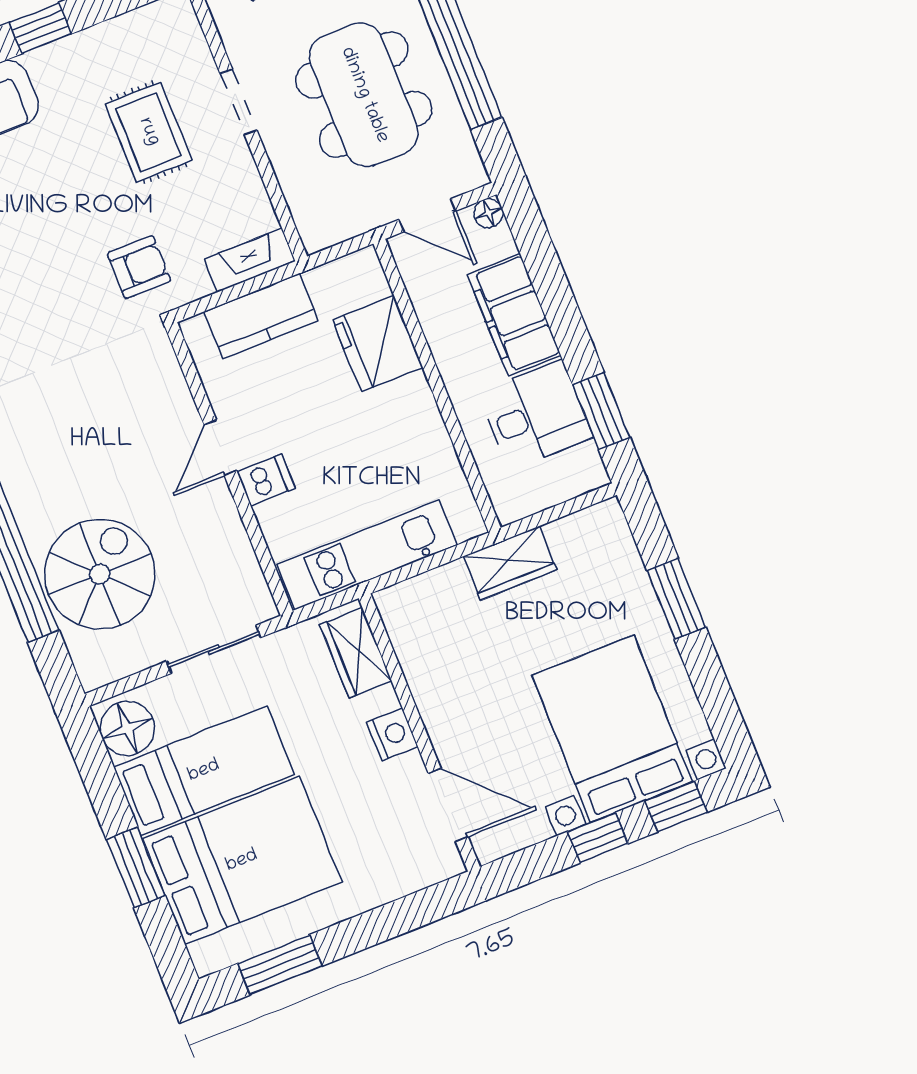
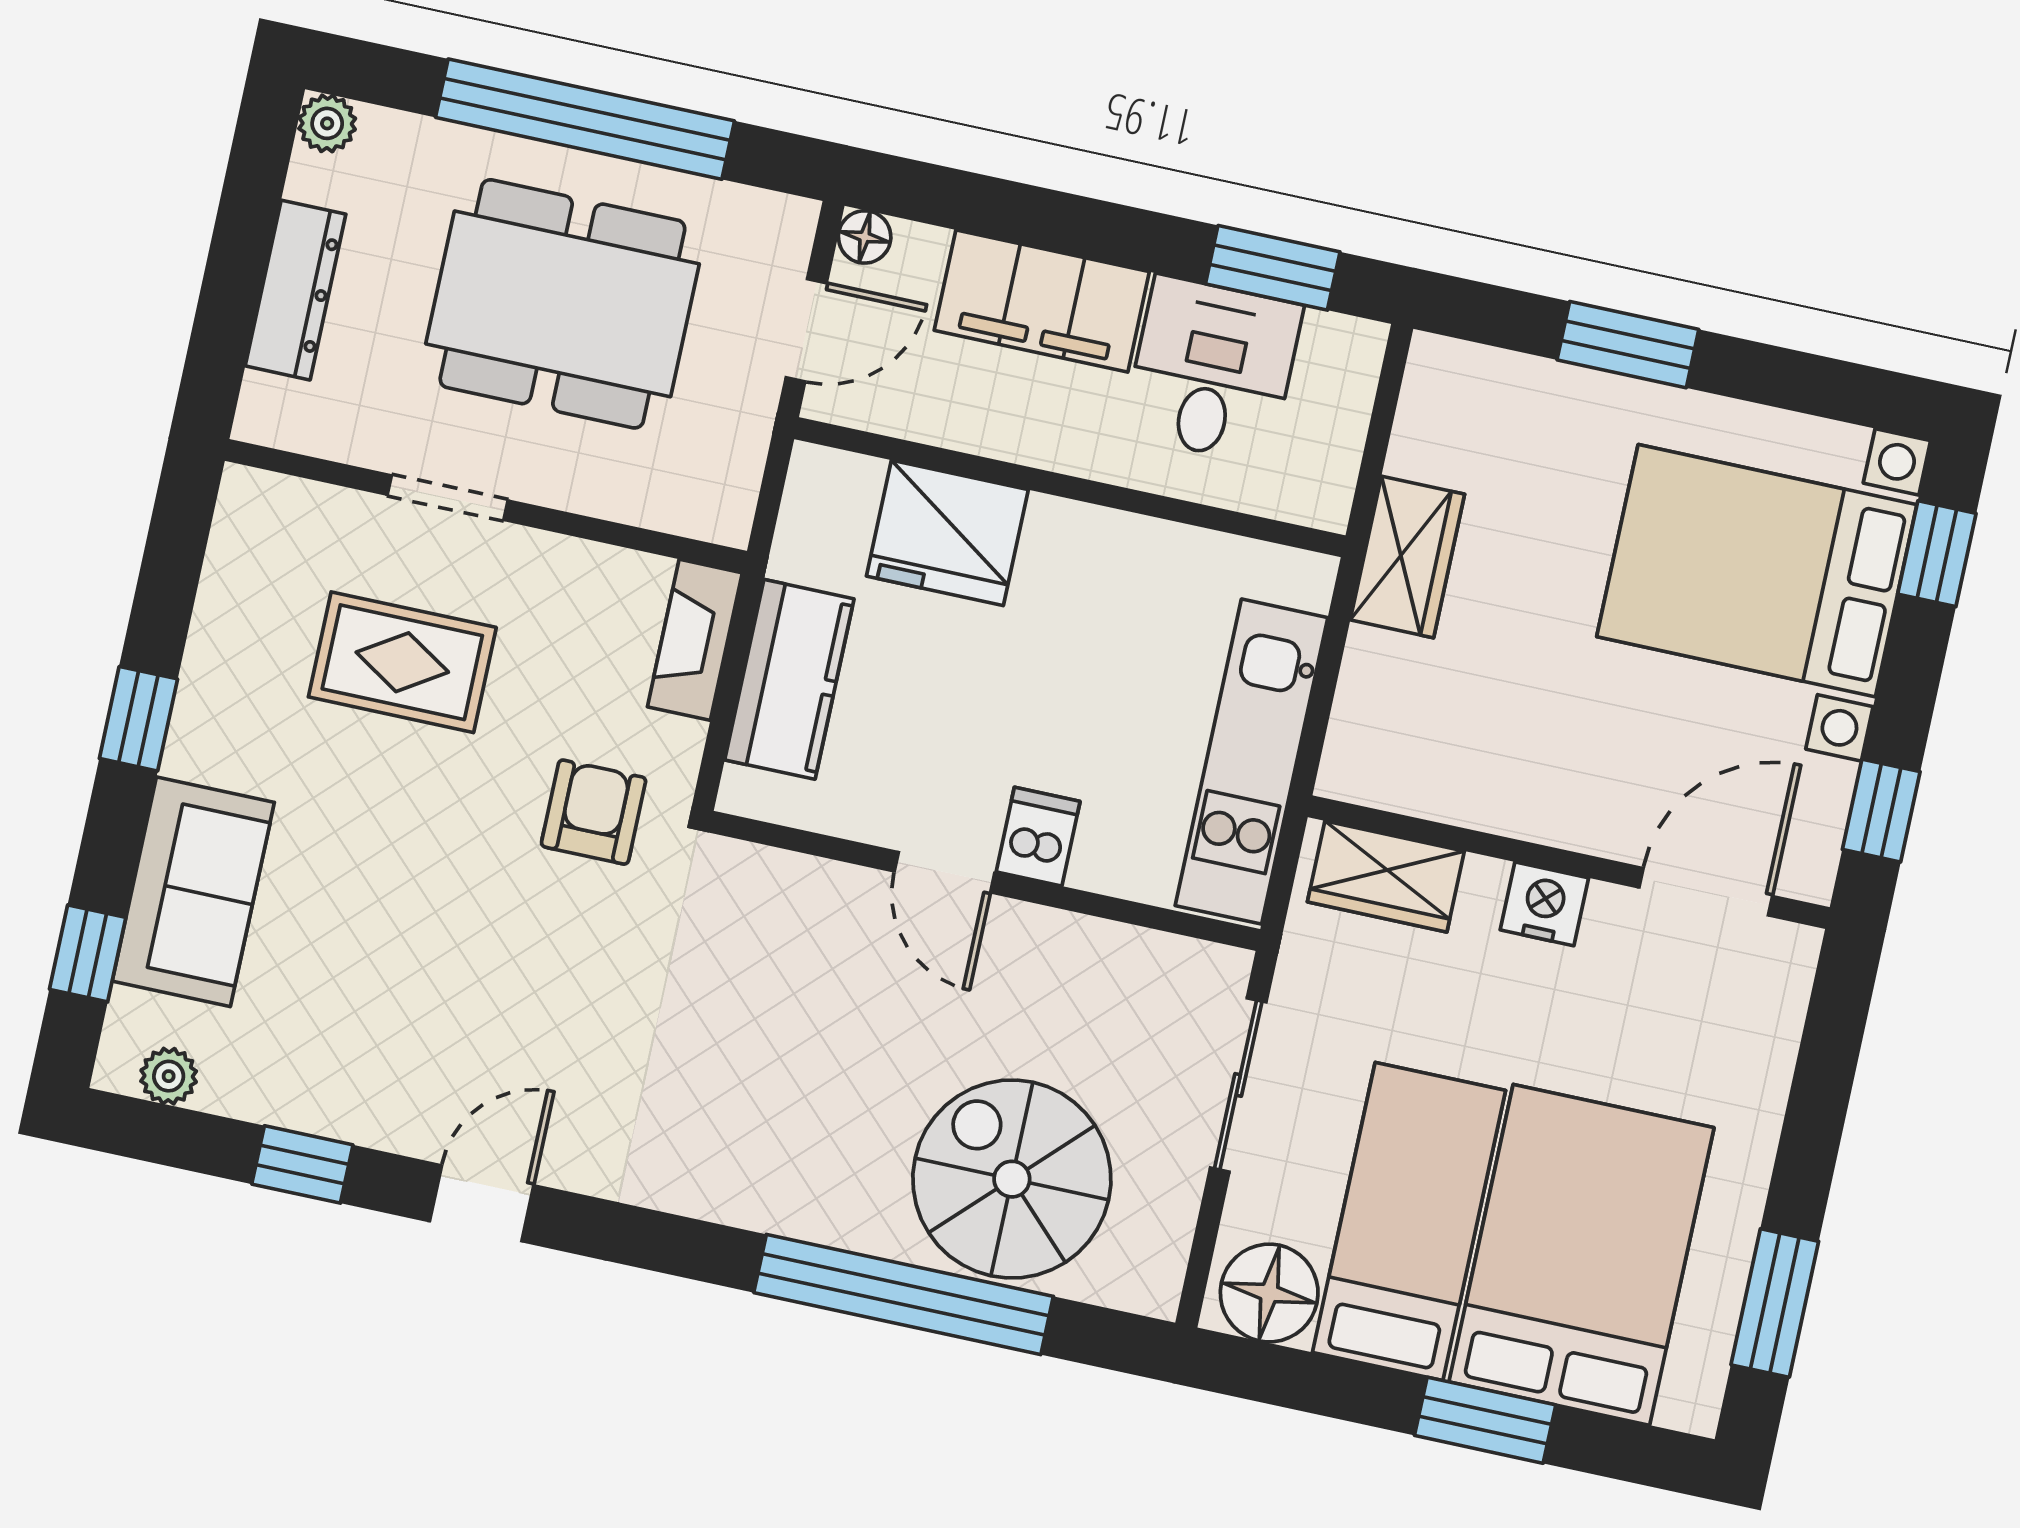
window: (598, 838) -> (1881, 811), moved

